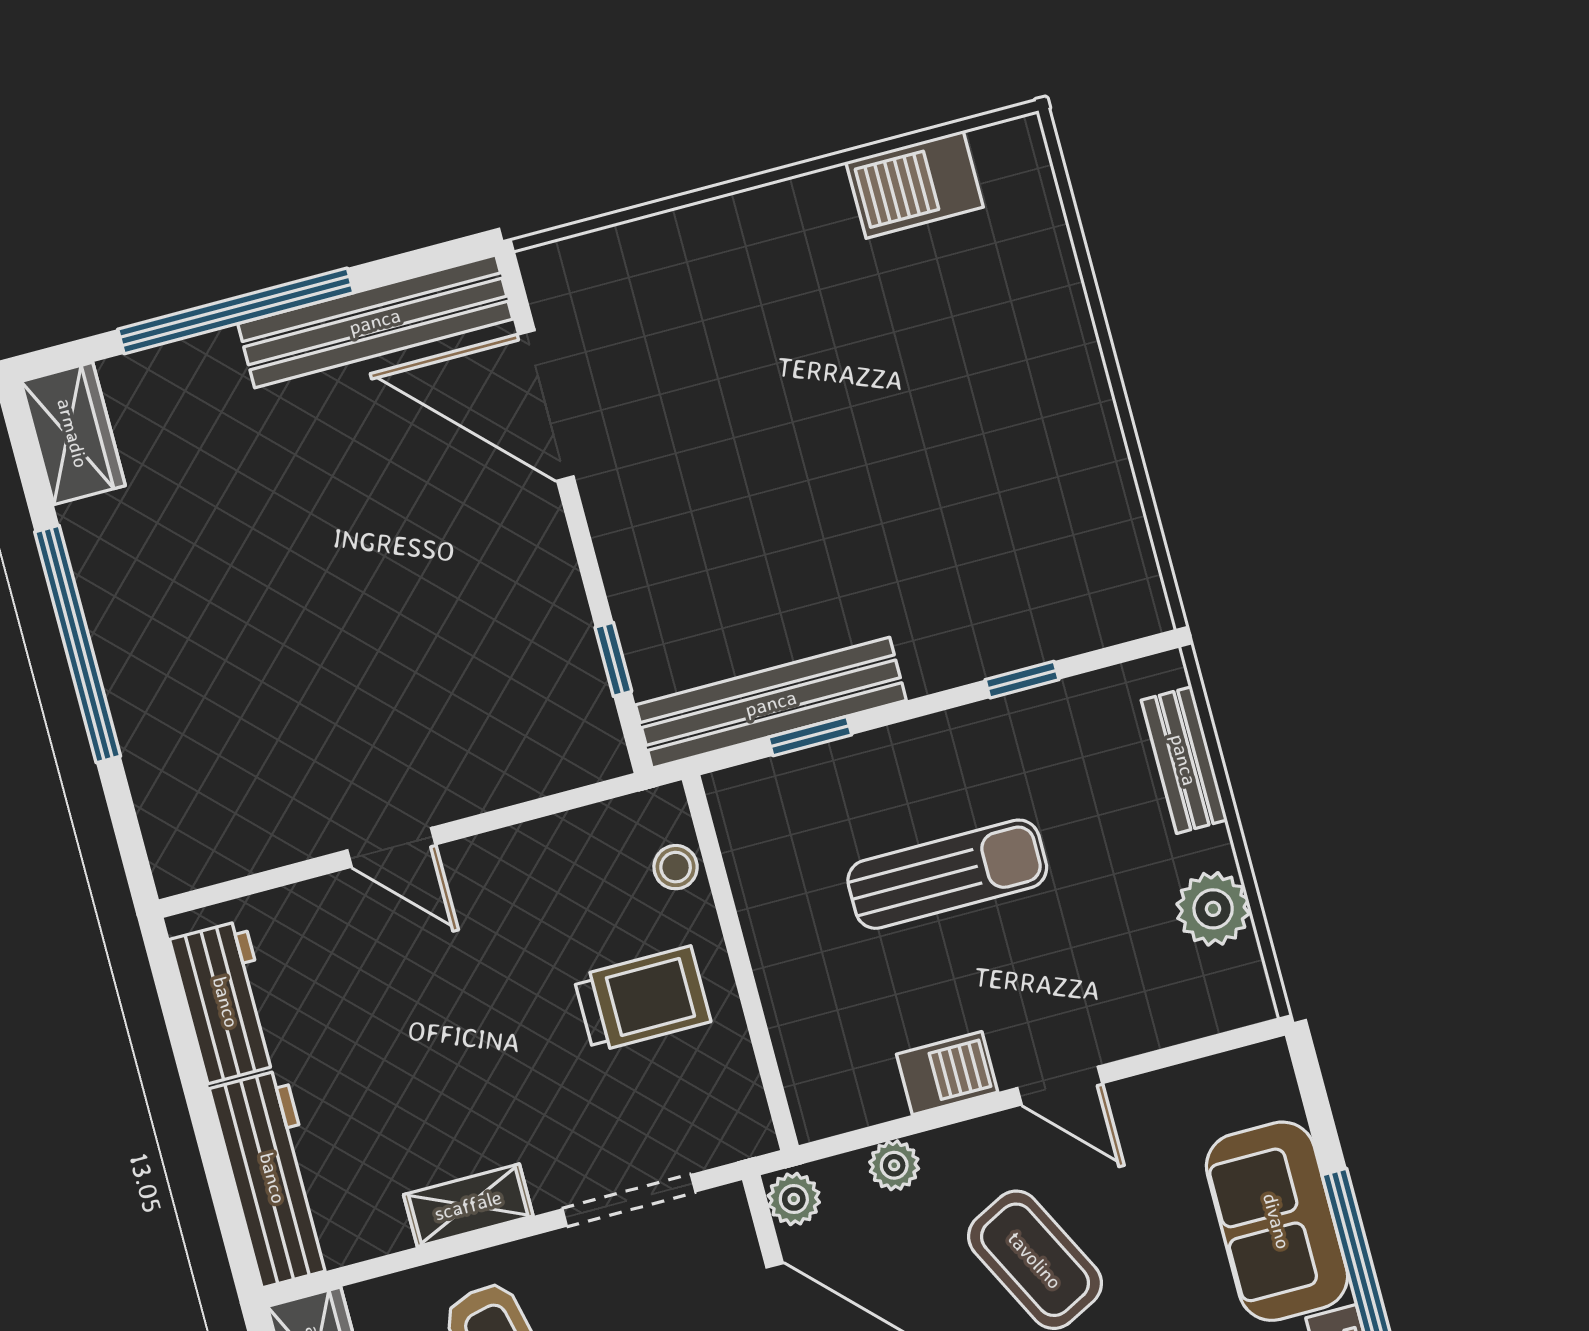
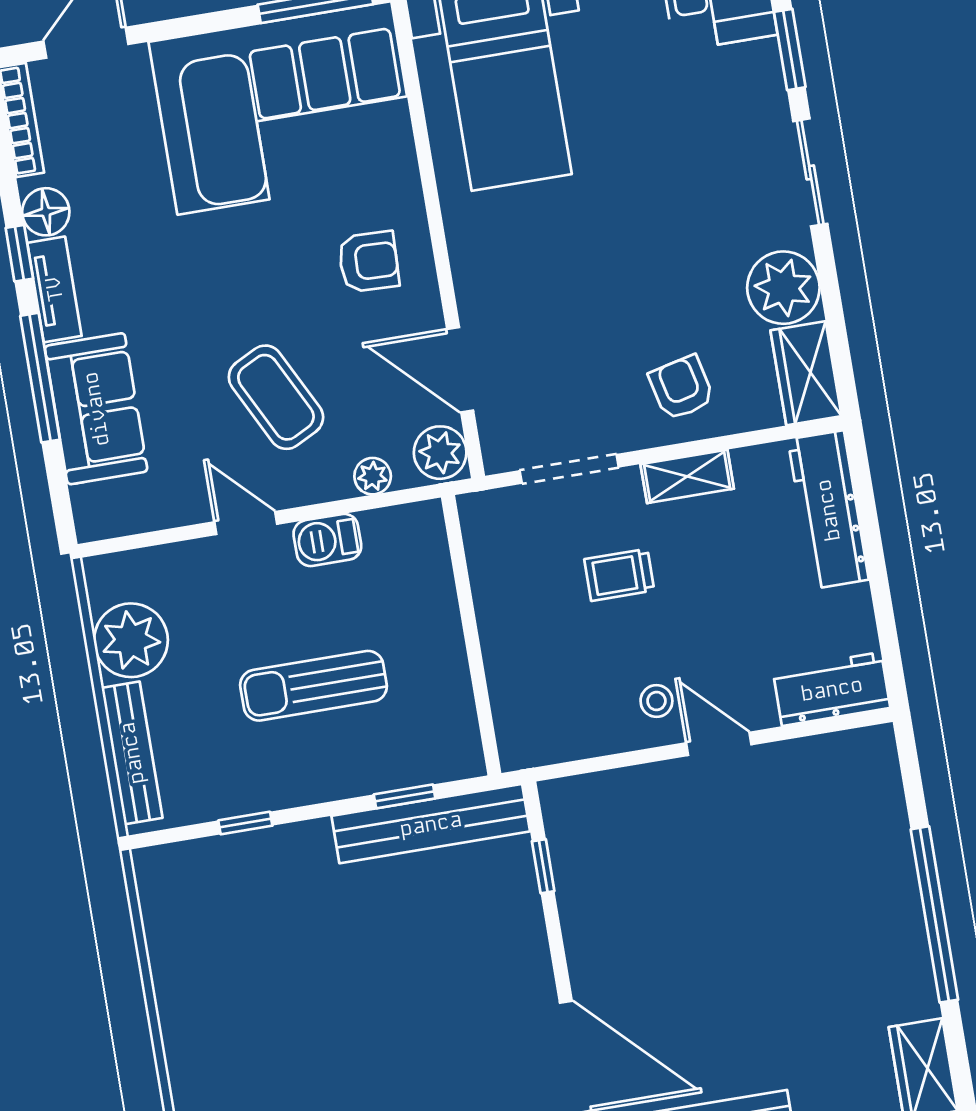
bench: (1184, 760) -> (132, 753), width x1.36
stool: (676, 867) -> (656, 701), moved
plant: (1213, 909) -> (131, 640), width x1.36, depth x1.36
trolley: (642, 999) -> (619, 575), moved, width x0.73, depth x0.72
workbench: (226, 1002) -> (832, 689), moved, turned 90
plant: (794, 1199) -> (440, 453), width x1.38, depth x1.38

